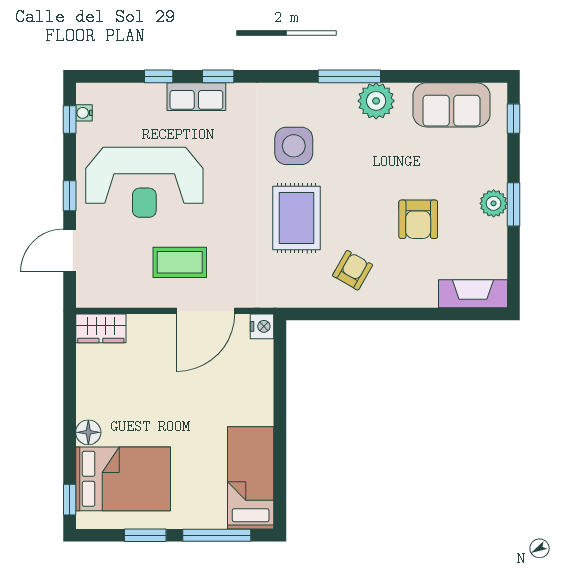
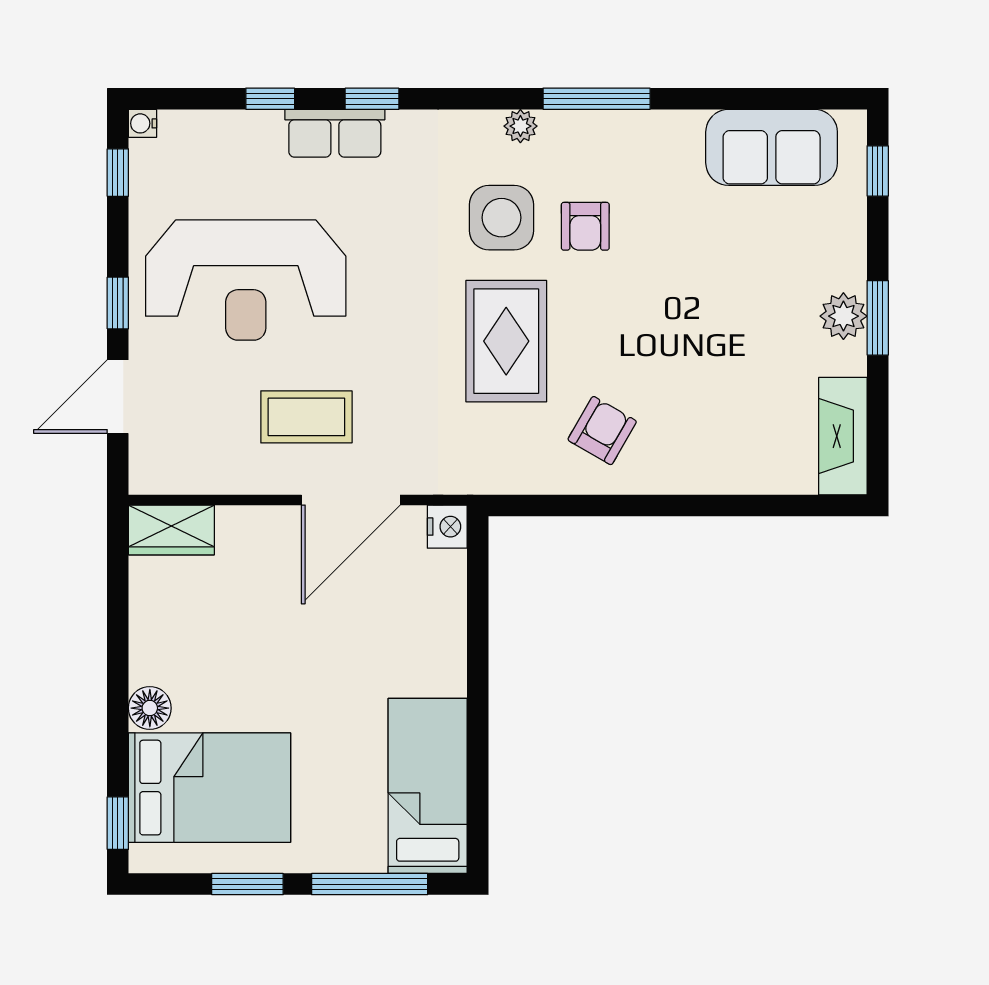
plant: (376, 101) -> (520, 126), moved, width x0.53, depth x0.53
water cooler: (84, 113) -> (142, 123), moved
armchair: (418, 219) -> (585, 226), moved, width x0.72, depth x0.72
fireplace: (473, 294) -> (843, 436), moved, turned -90

